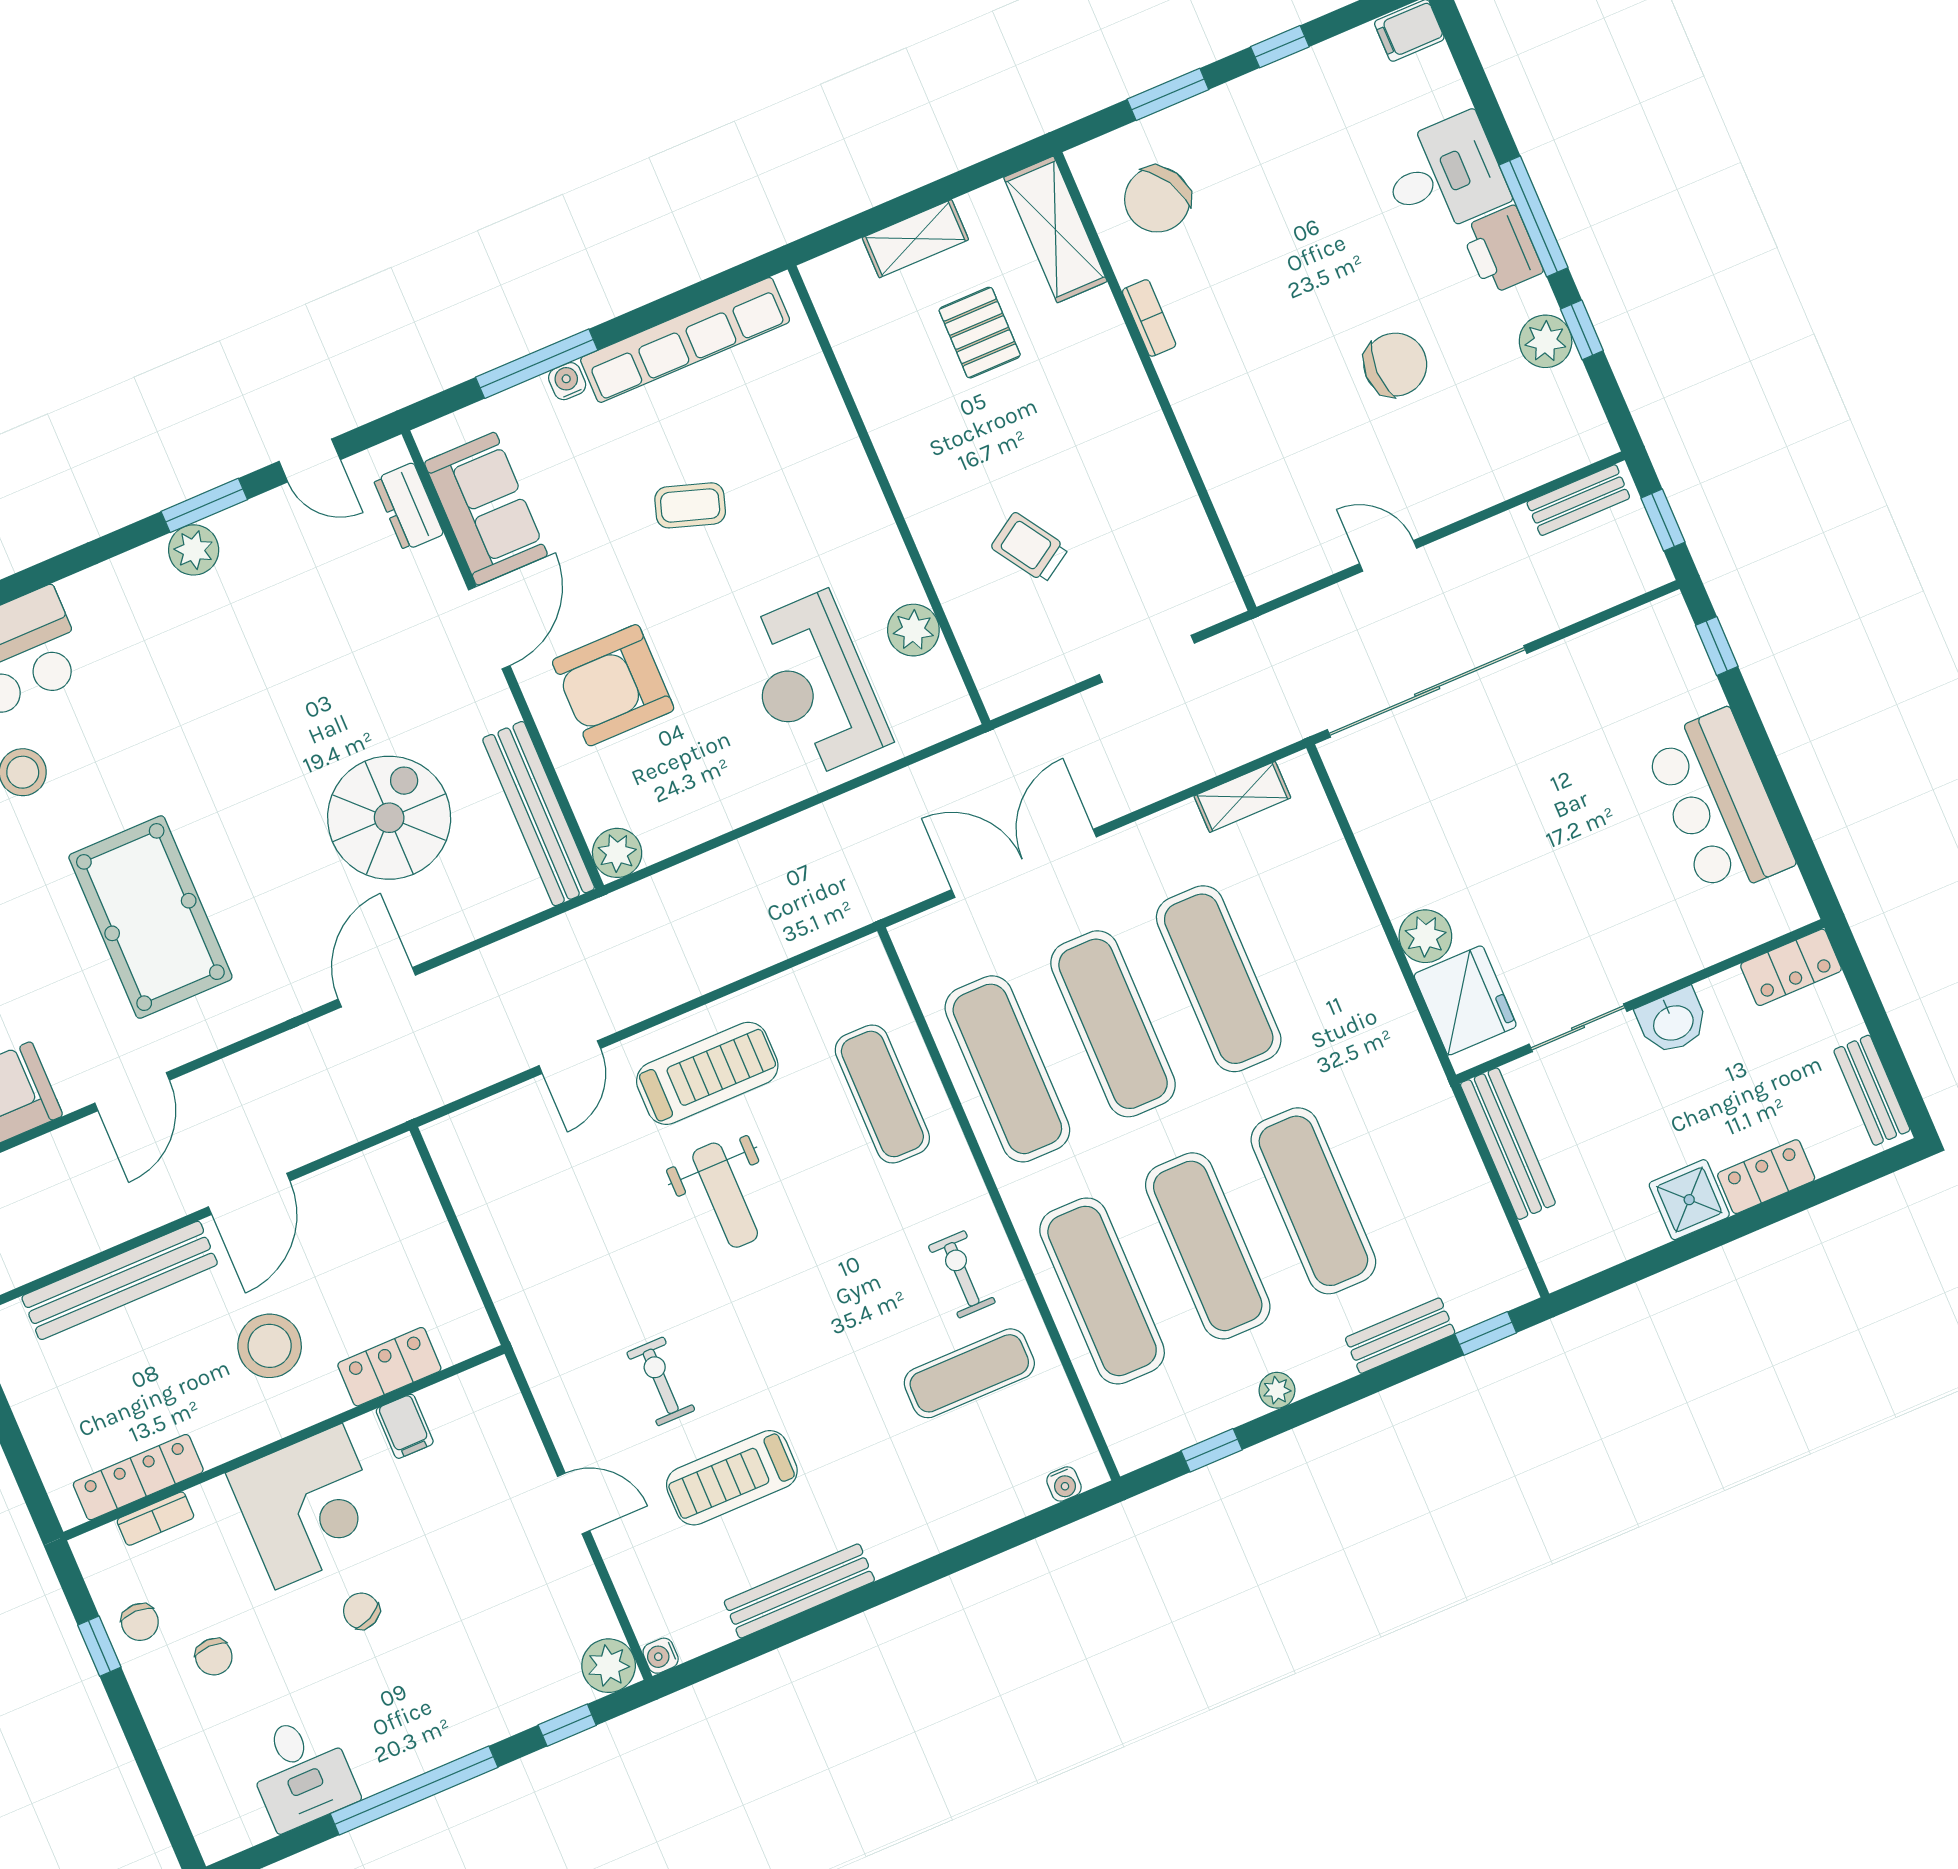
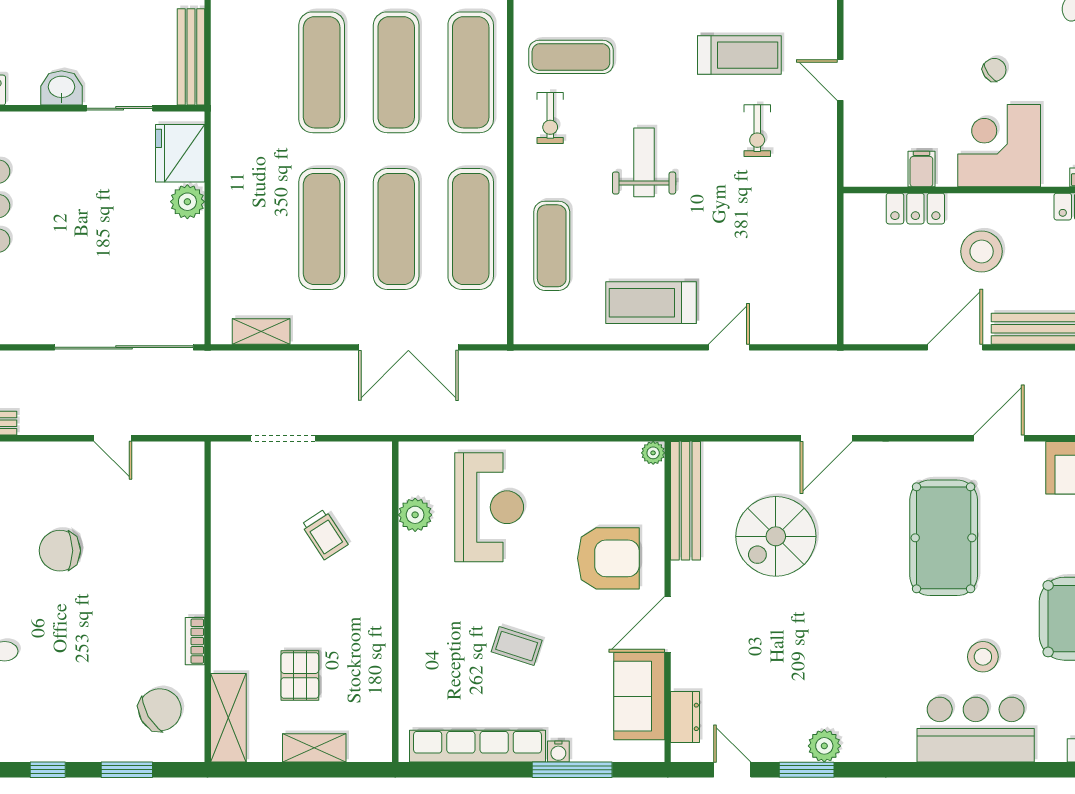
plant: (617, 853) -> (653, 453), width x0.73, depth x0.73
weight bench: (725, 1195) -> (644, 162), moved
chair: (361, 1611) -> (994, 70), turned -100

